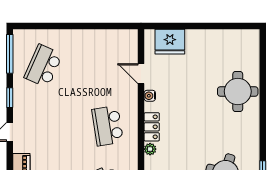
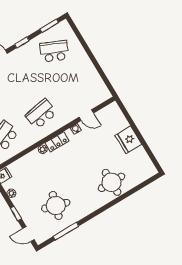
fridge: (170, 42) -> (128, 140), moved
window: (10, 54) -> (49, 26), width x0.69
door: (141, 74) -> (86, 115), swing flipped

